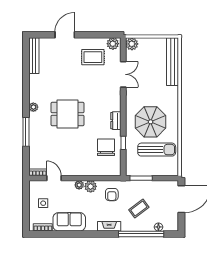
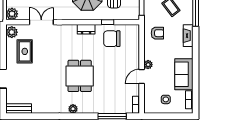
bench: (34, 56) -> (19, 108), width x0.73
window: (26, 132) -> (112, 116), moved
door: (54, 178) -> (142, 76), moved
plant: (91, 186) -> (150, 54), removed

